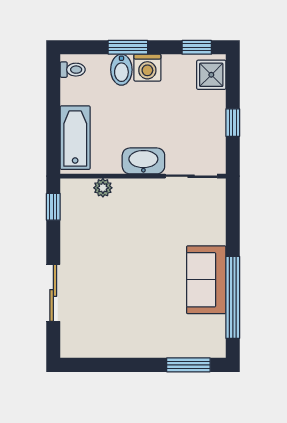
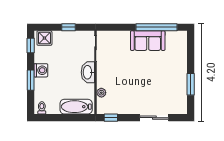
bidet: (121, 70) -> (42, 83), removed
window: (188, 365) -> (191, 84), moved

